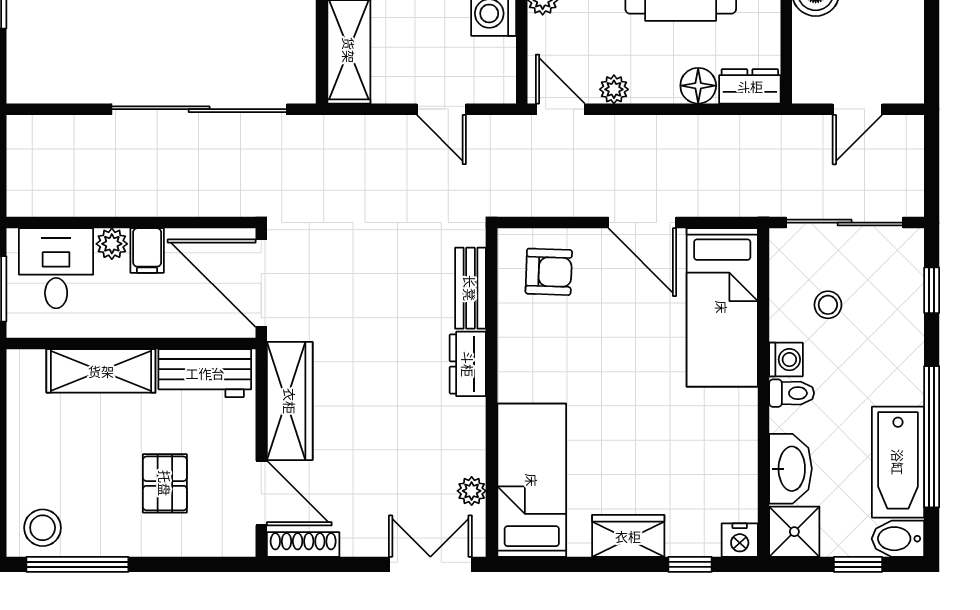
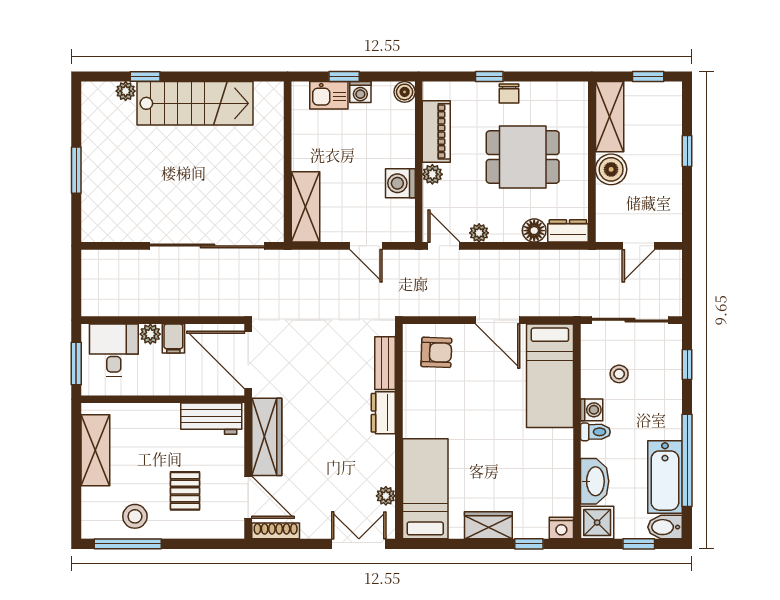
shelving: (101, 371) -> (95, 450), moved, turned 90
stool: (43, 528) -> (135, 516), moved

